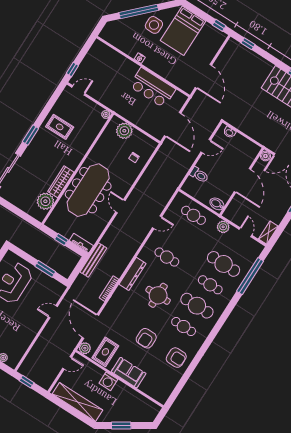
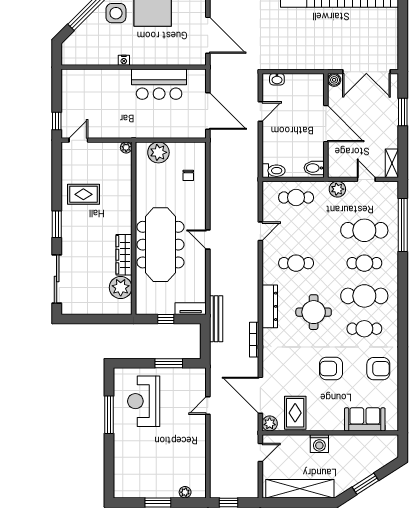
toilet: (199, 175) -> (273, 171), moved
armchair: (146, 338) -> (331, 369), turned 90
sofa: (129, 373) -> (365, 419), moved

